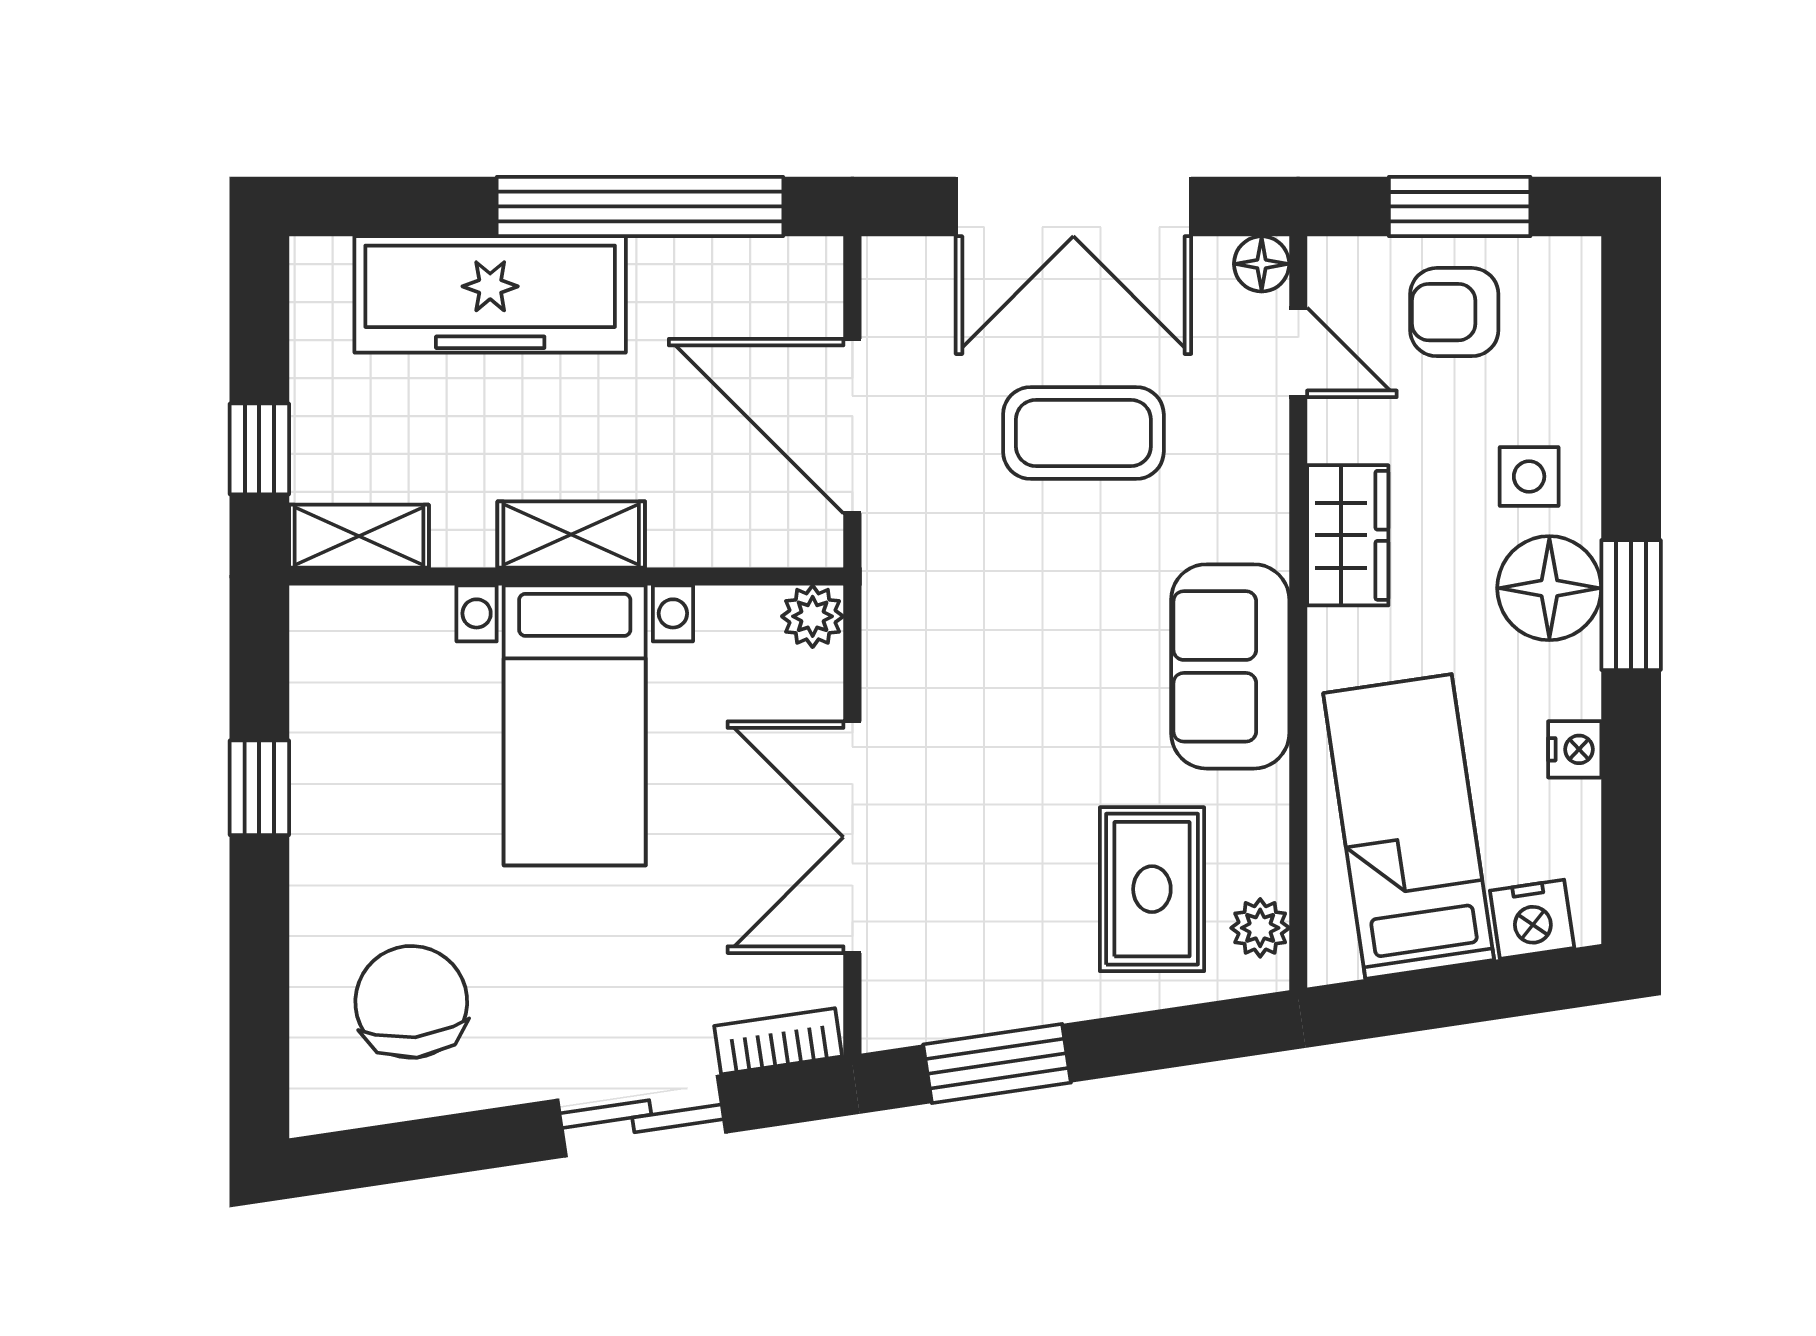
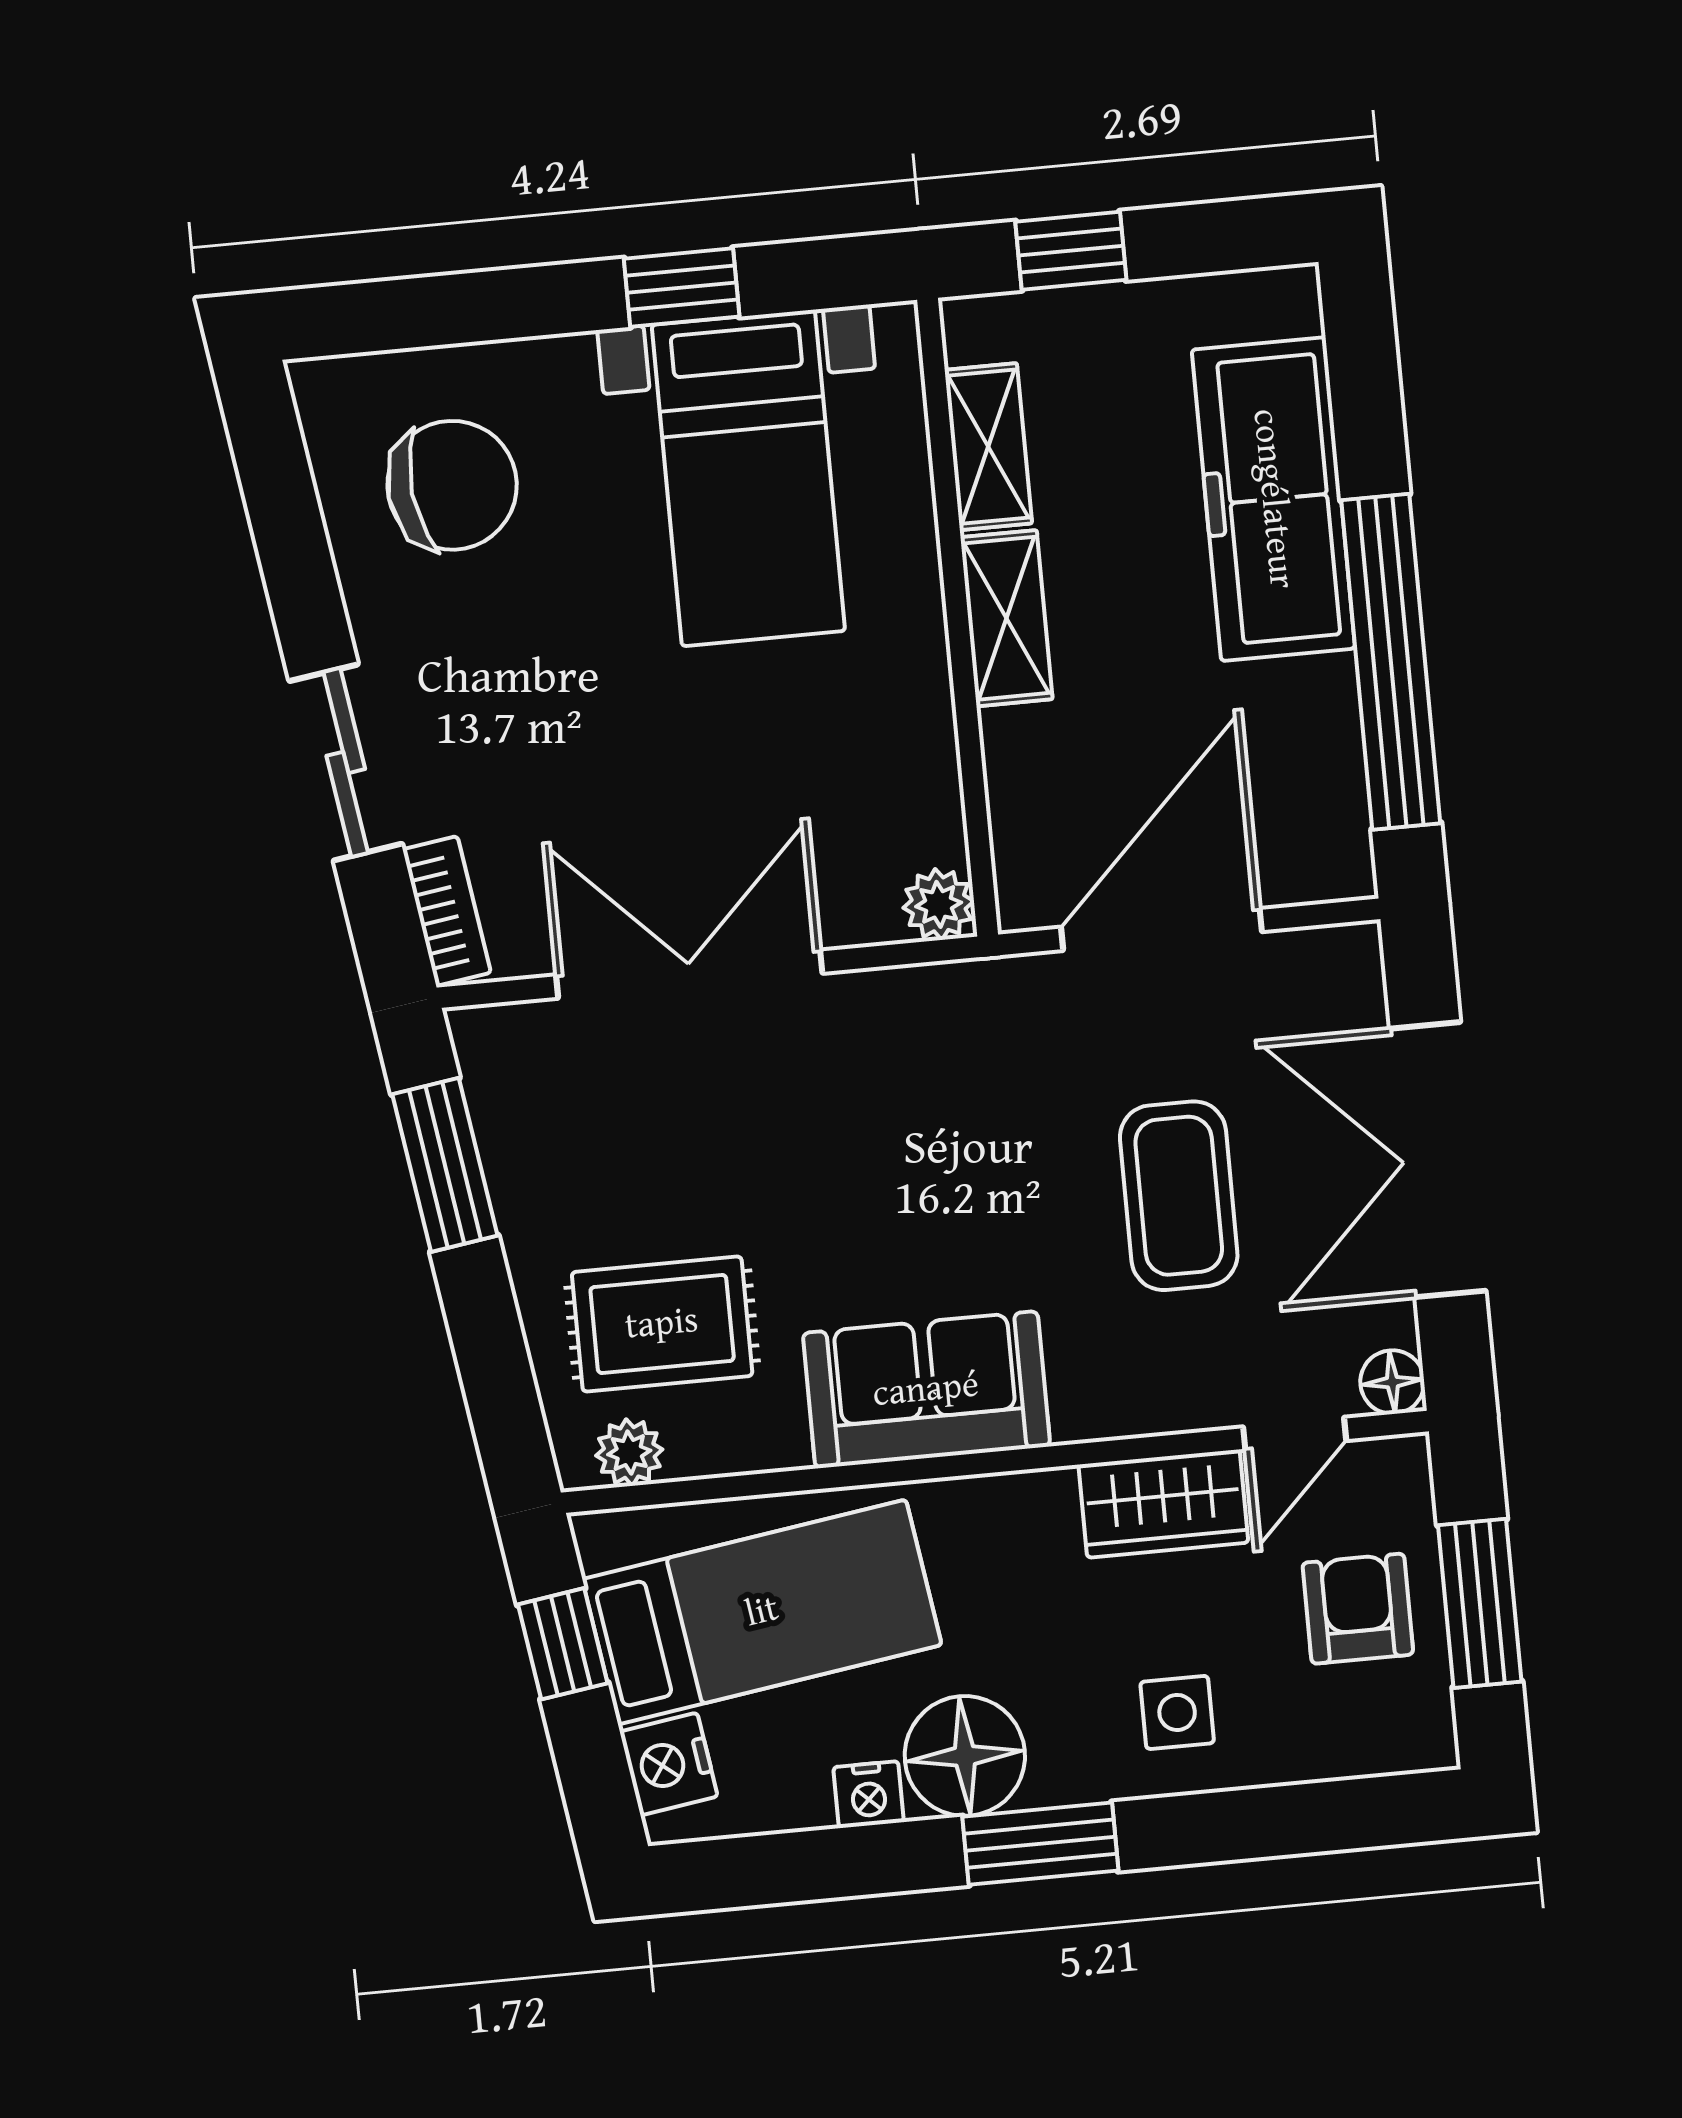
wardrobe: (1348, 535) -> (1163, 1504), moved
shelving: (359, 536) -> (988, 447), moved
floor lamp: (1549, 588) -> (965, 1756), moved
bed with nightstands: (575, 725) -> (748, 478), moved, turned -90
window: (1420, 1001) -> (563, 1644), added

